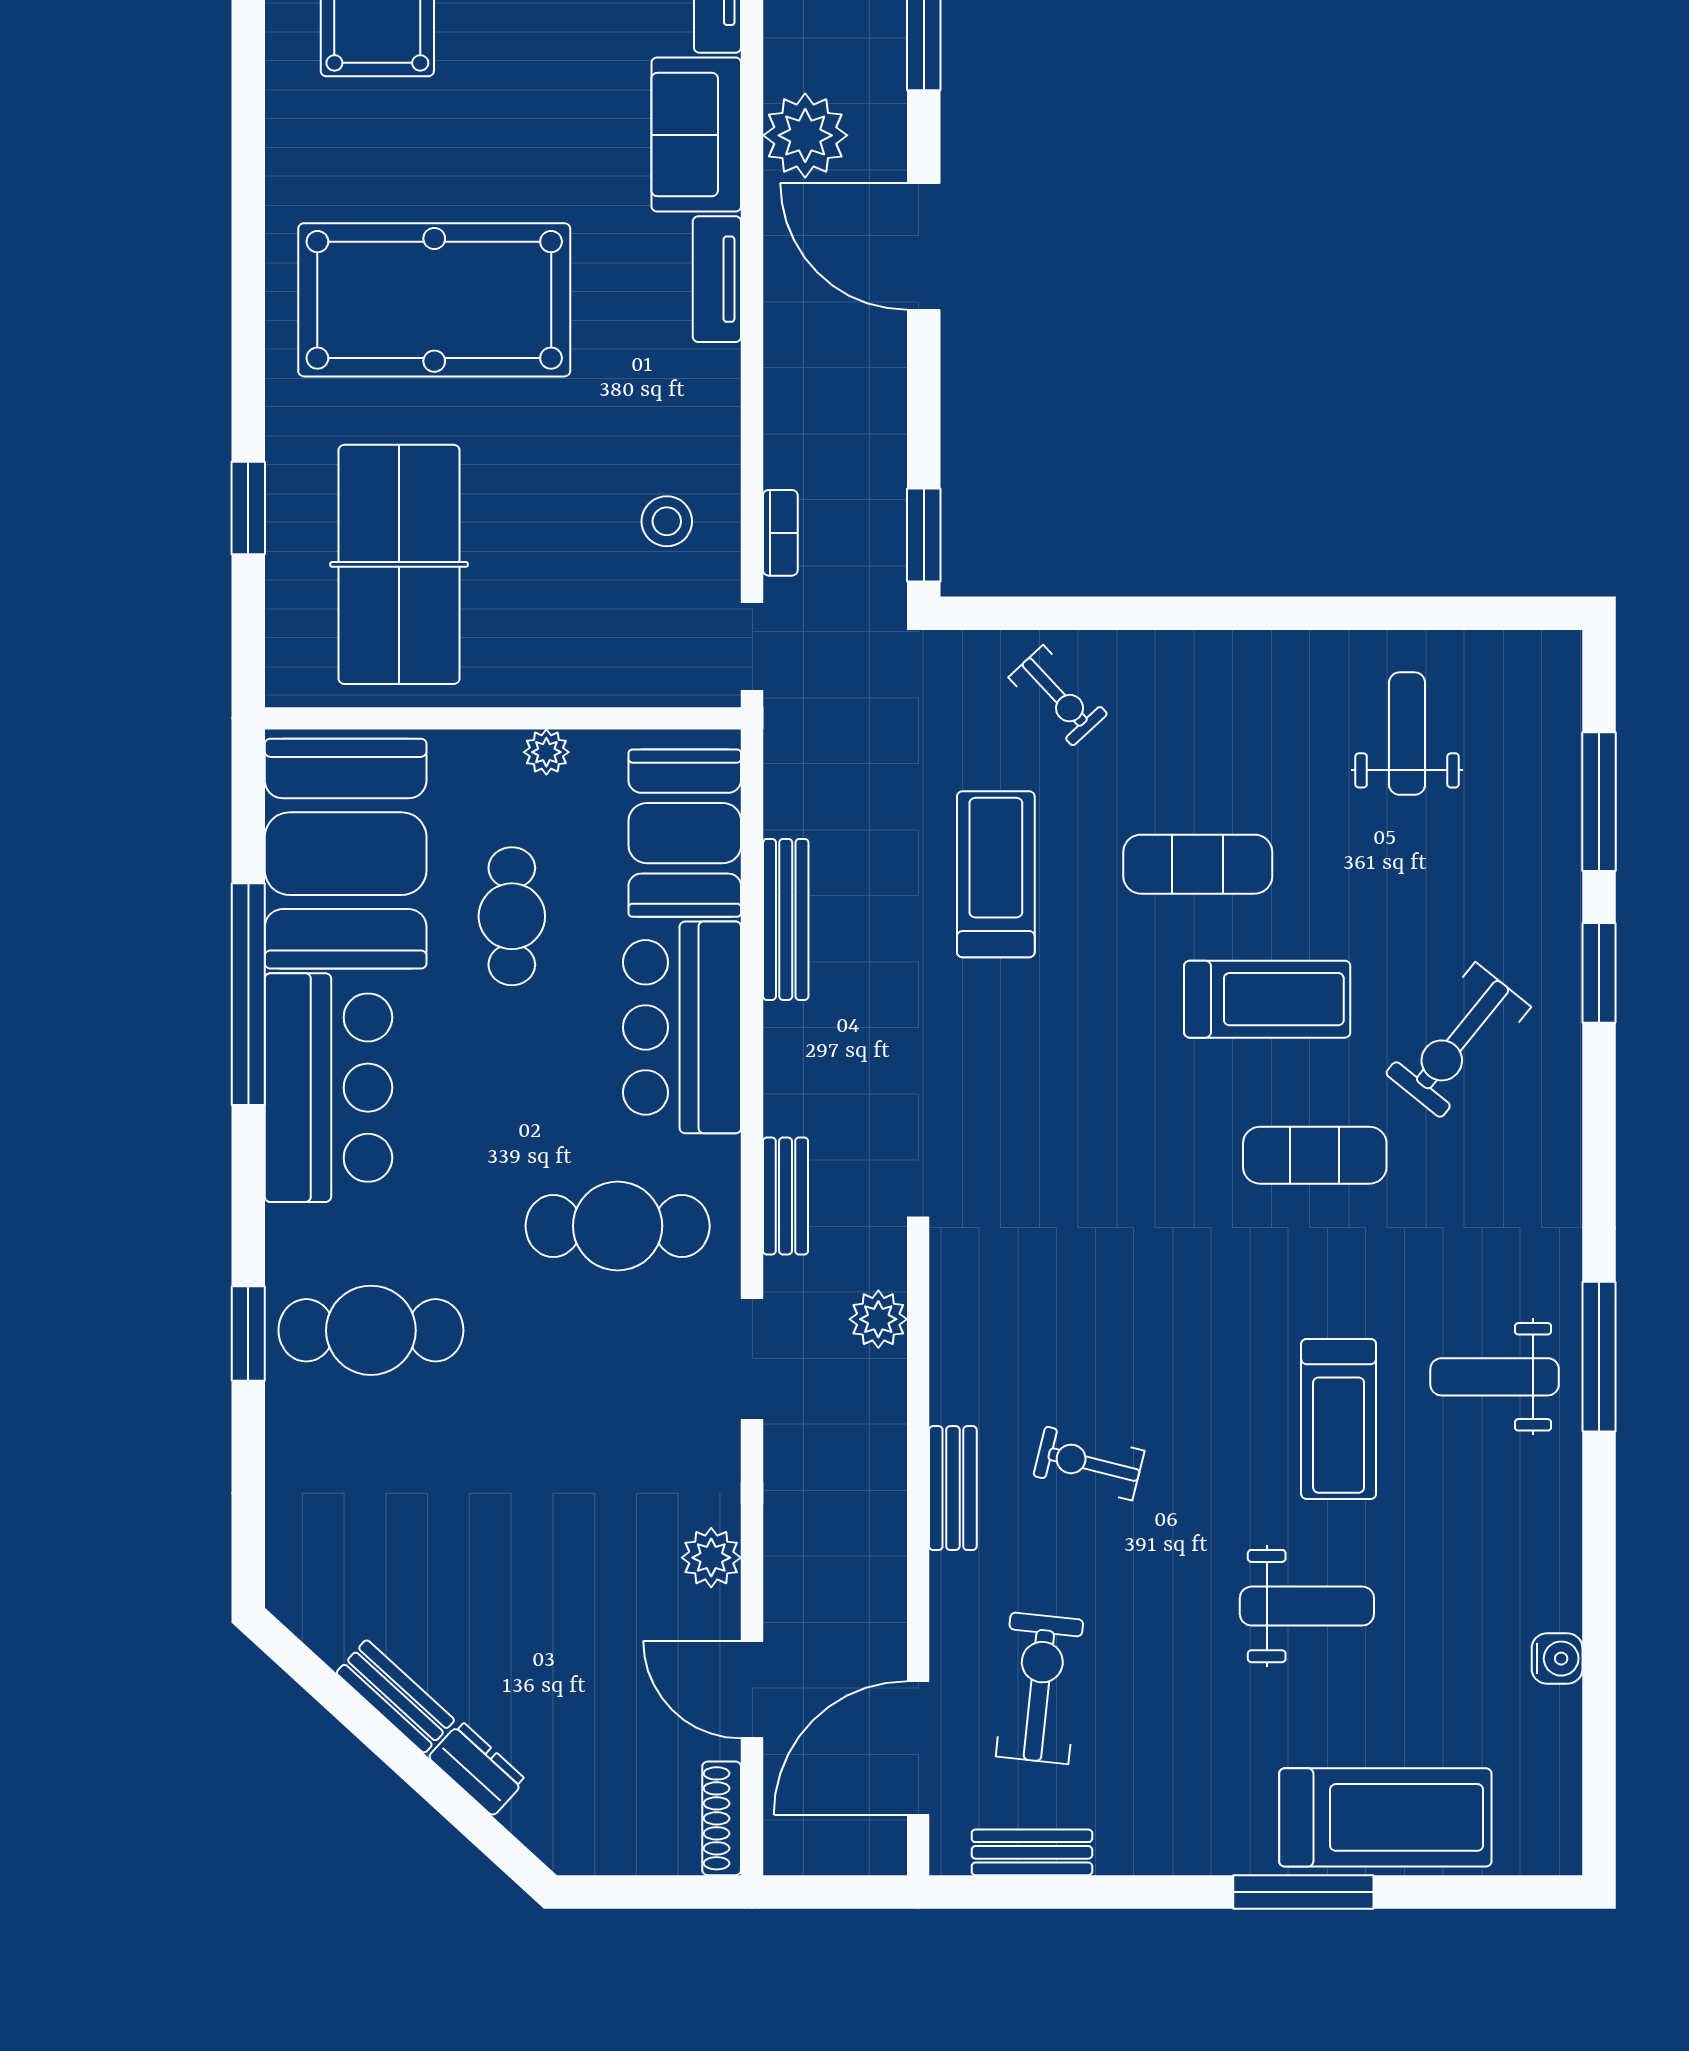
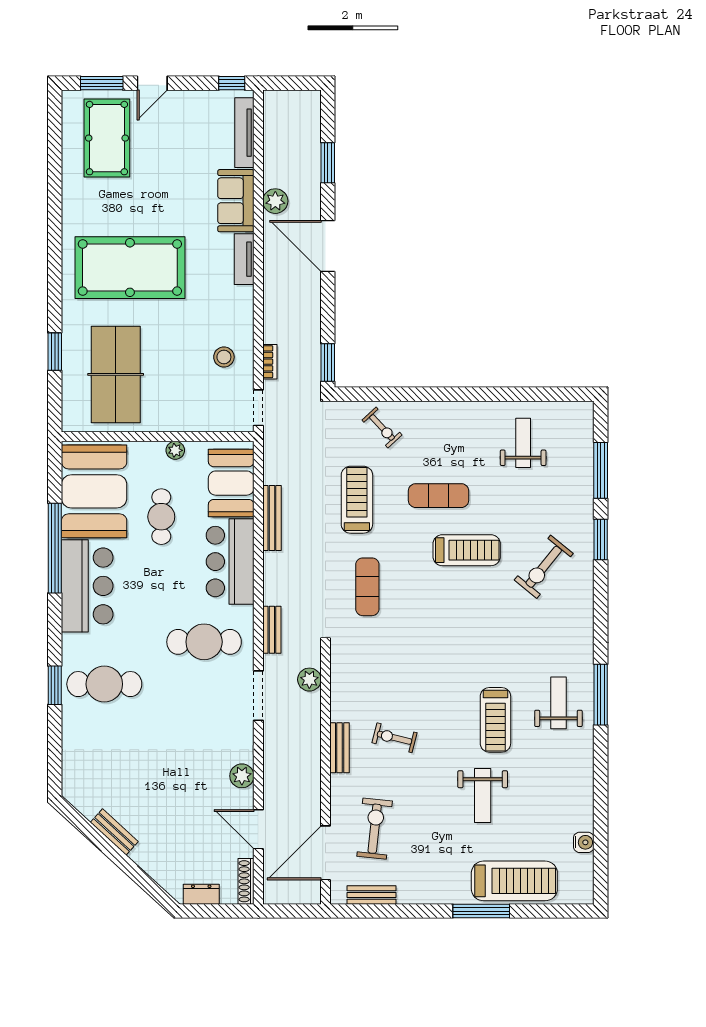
plant: (805, 135) -> (275, 201), width x0.73, depth x0.73
exercise mat: (1315, 1155) -> (367, 587), moved, turned 90
weight bench: (1495, 1377) -> (558, 703), turned 90
weight bench: (1307, 1606) -> (483, 795), turned 90
water cooler: (1557, 1659) -> (584, 842), moved
dresser: (477, 1769) -> (201, 894), moved, turned -42

